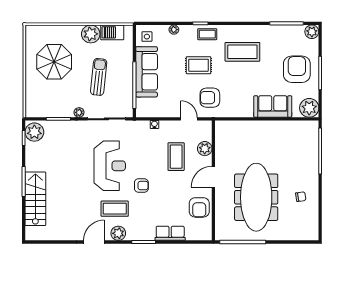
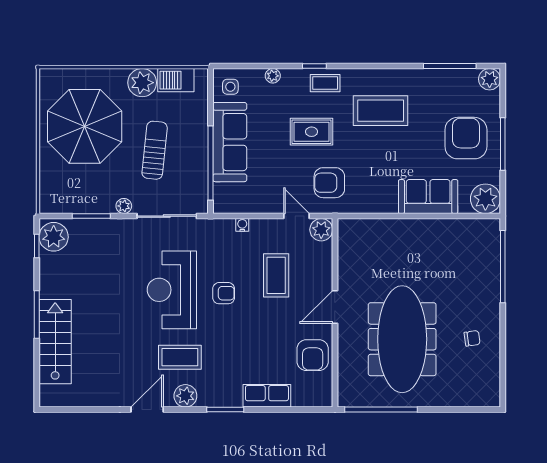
parasol: (54, 62) -> (85, 126), width x1.36, depth x1.36
plant: (205, 149) -> (321, 230), moved
reception desk: (110, 166) -> (172, 290), turned 180
armchair: (141, 186) -> (224, 293), moved

